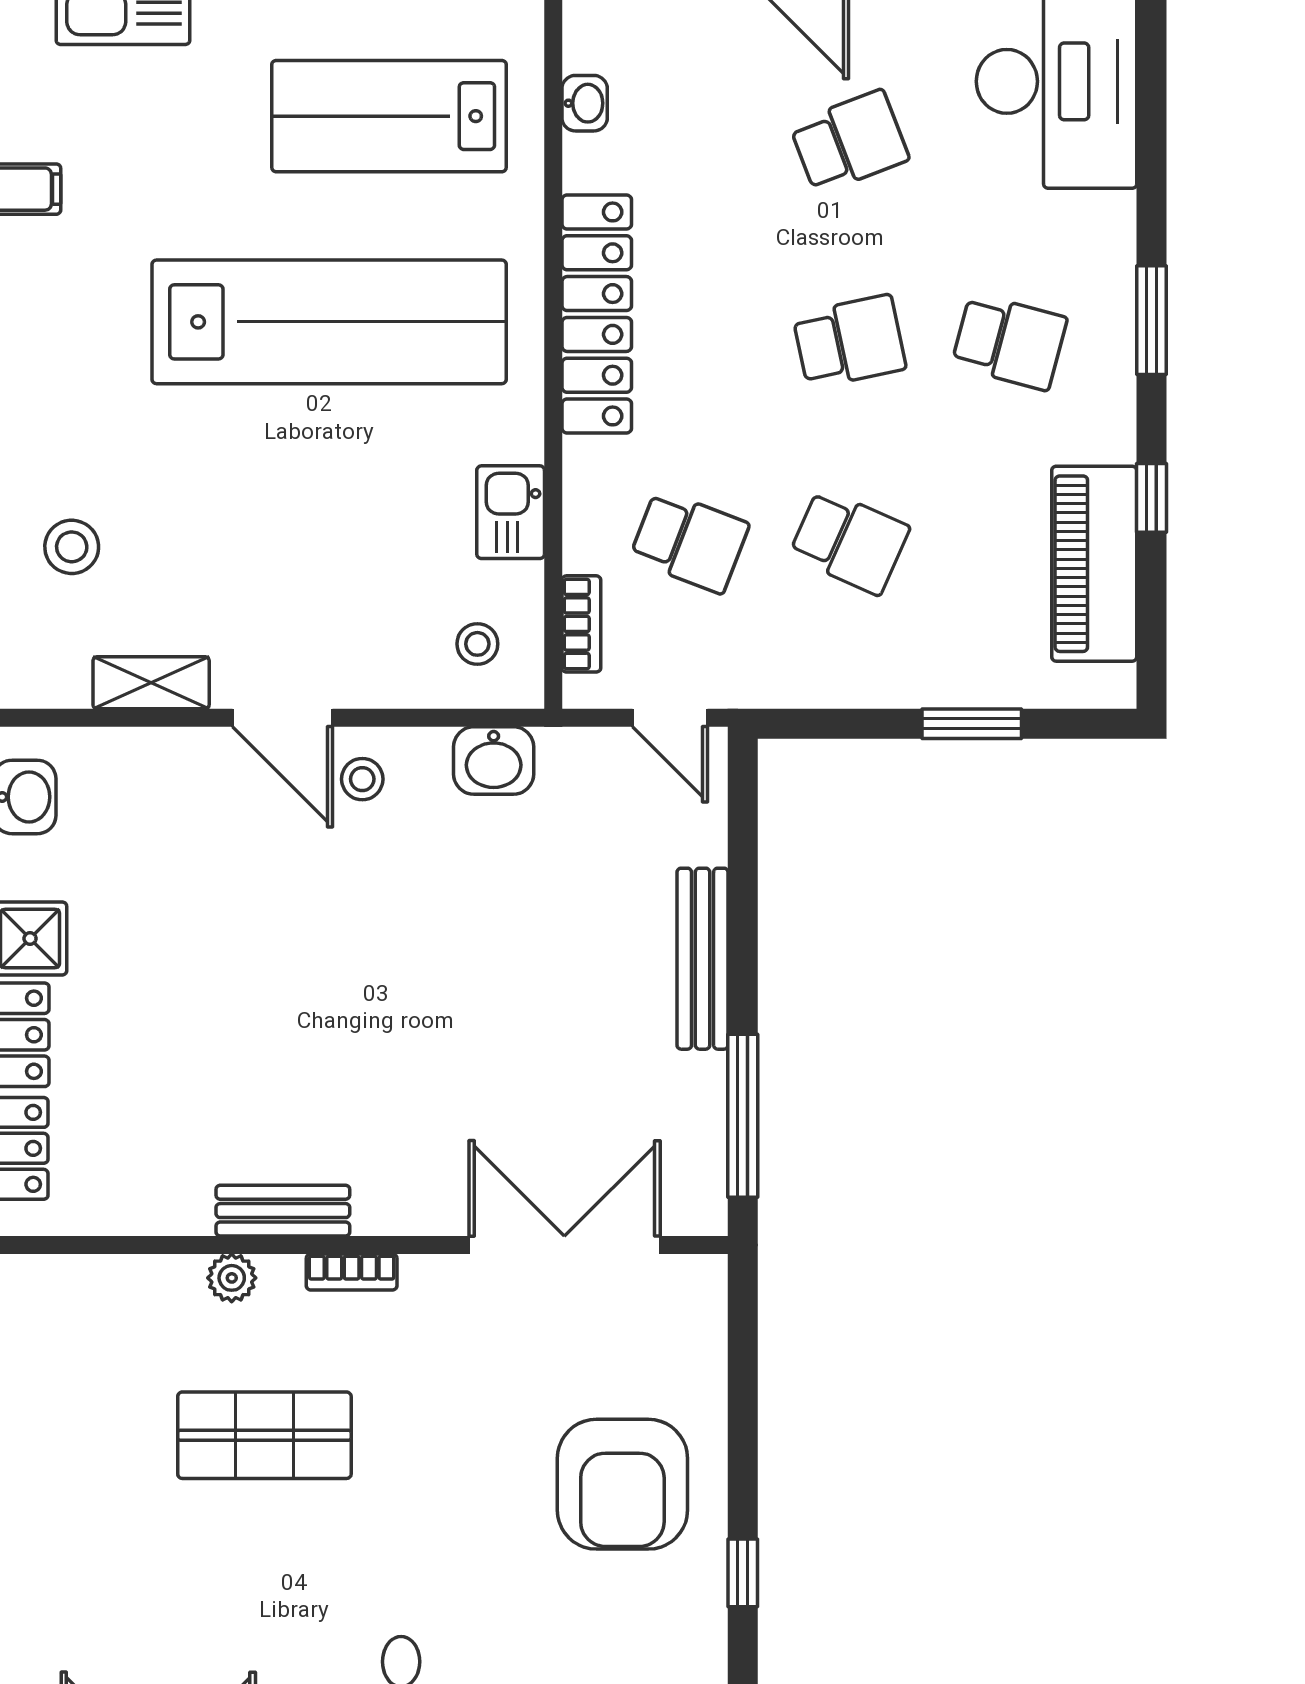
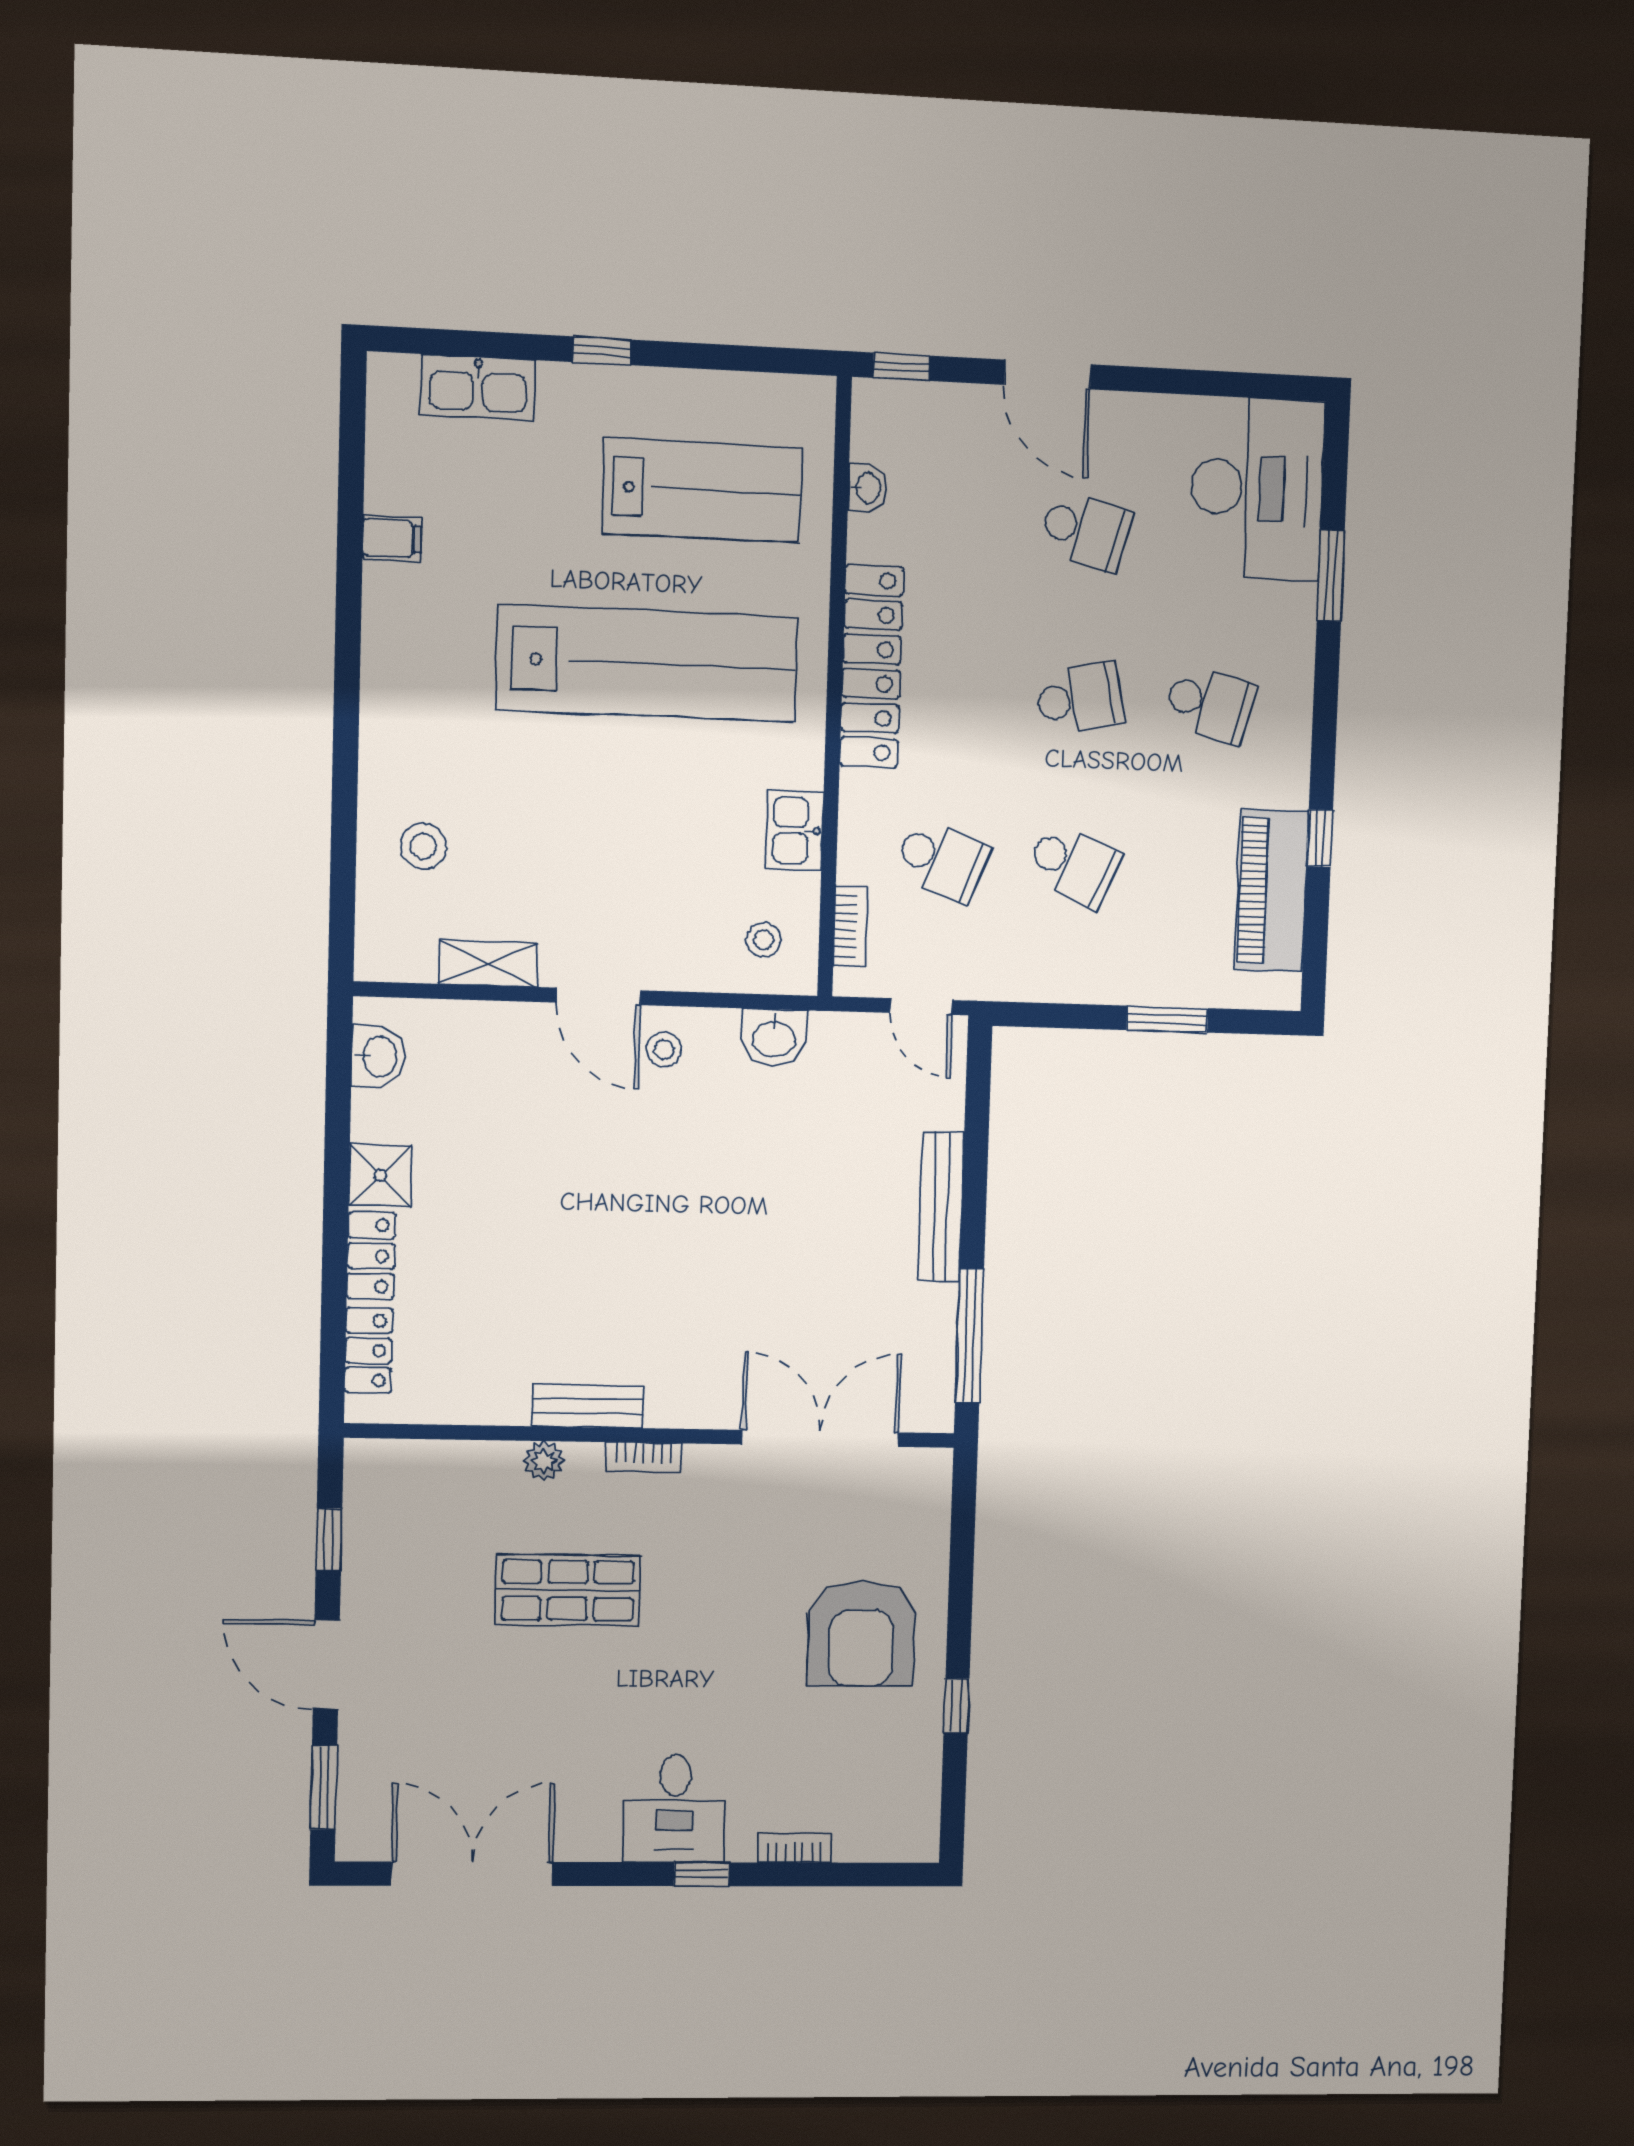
lab bench: (389, 116) -> (702, 490), turned 180
school desk: (849, 142) -> (1086, 531), turned 36
window: (1151, 320) -> (1331, 575), moved

